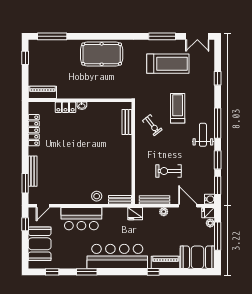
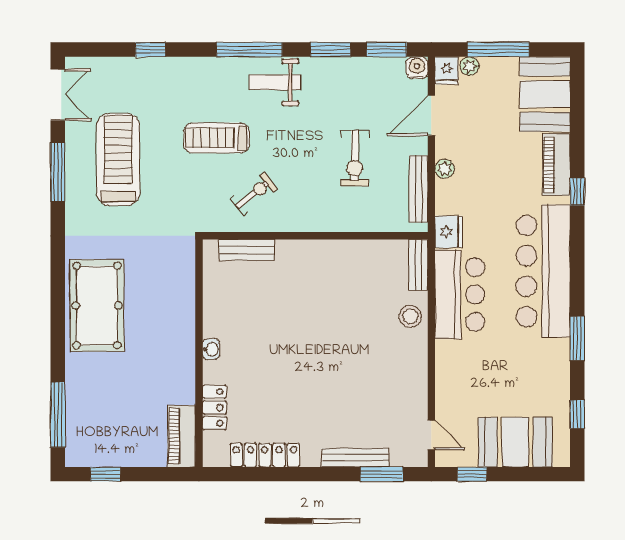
locker: (65, 107) -> (214, 407), moved
bar counter: (81, 219) -> (460, 294), moved

